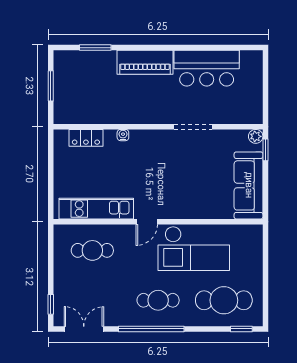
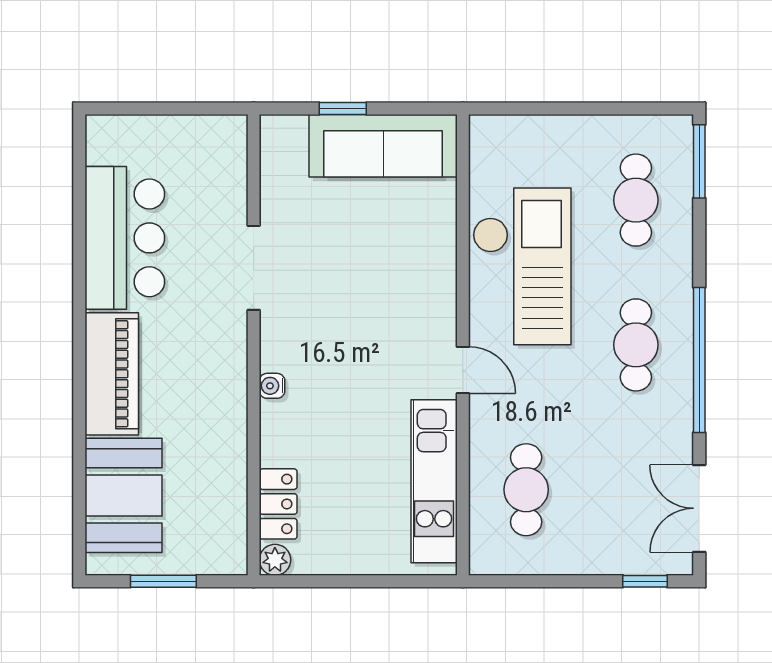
window: (95, 48) -> (79, 483), removed
booth: (90, 68) -> (123, 495), added
water cooler: (123, 135) -> (272, 386), moved
plant: (256, 136) -> (275, 560), moved
window: (265, 150) -> (343, 109), moved
cafe table: (224, 300) -> (636, 200), width x0.73, depth x0.74
window: (241, 329) -> (699, 161), width x1.50

